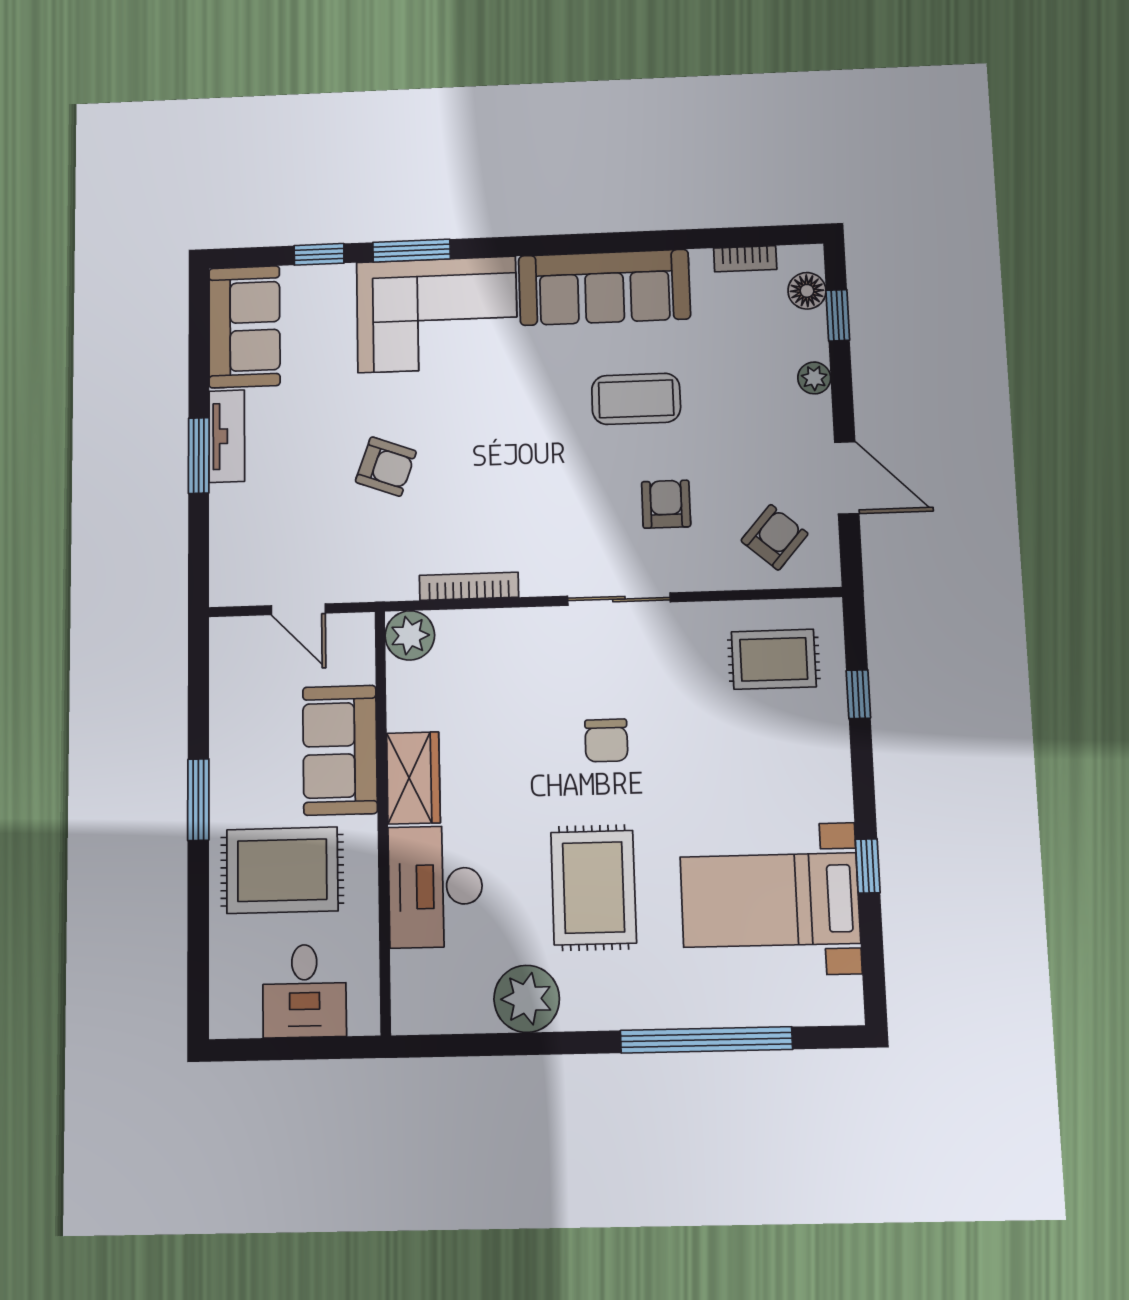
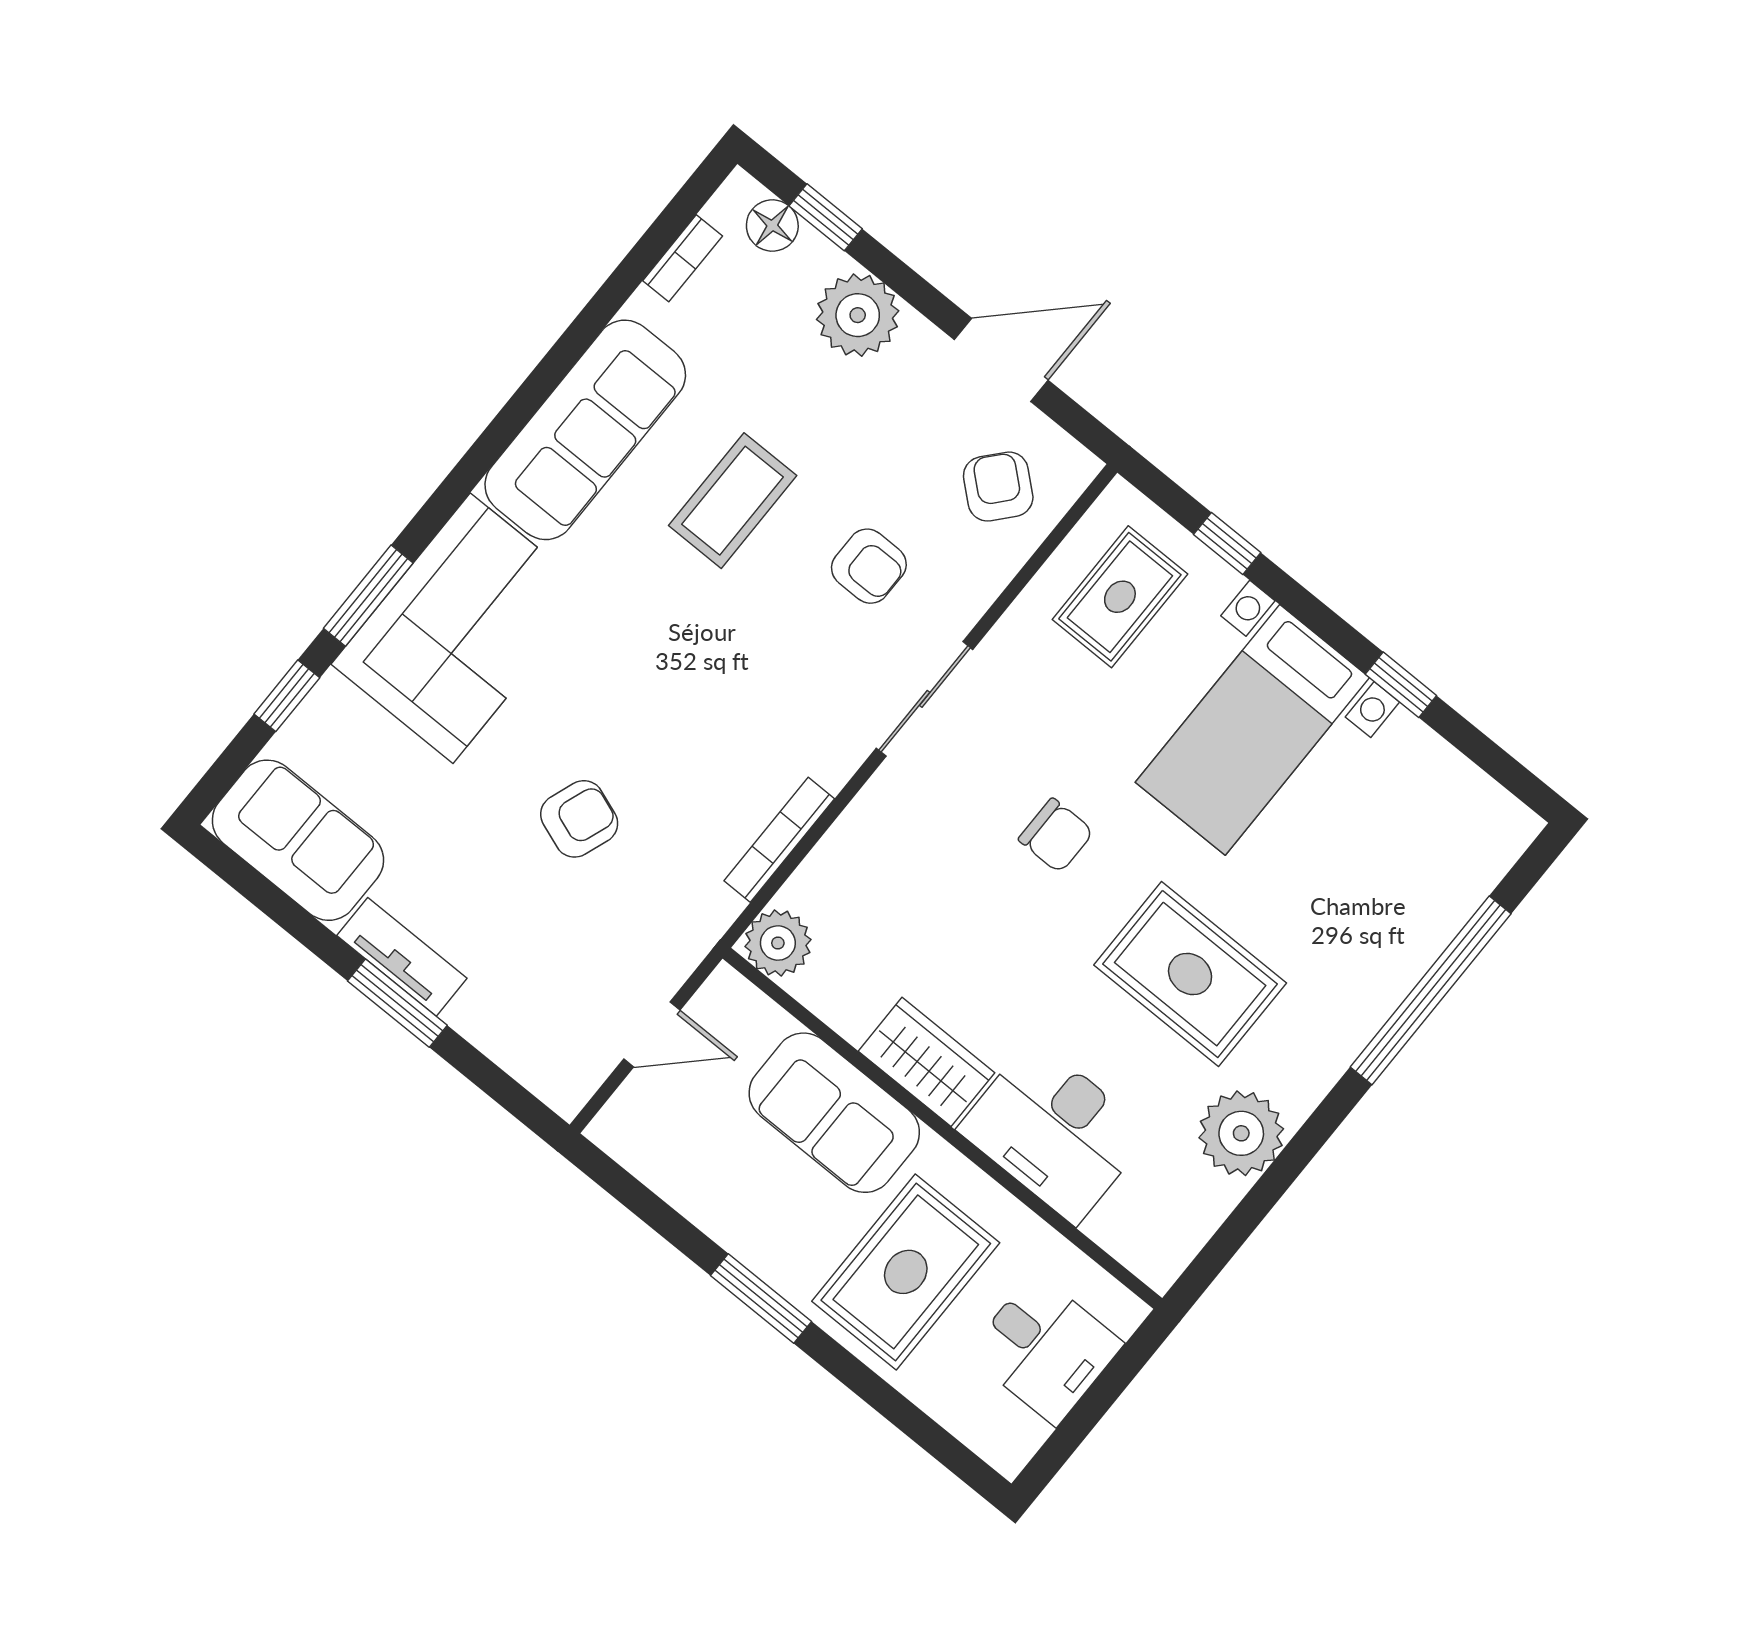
plant: (814, 378) -> (858, 315), width x1.88, depth x1.88
armchair: (666, 504) -> (869, 566), turned 180
bed with nightstands: (770, 900) -> (1252, 730), moved

